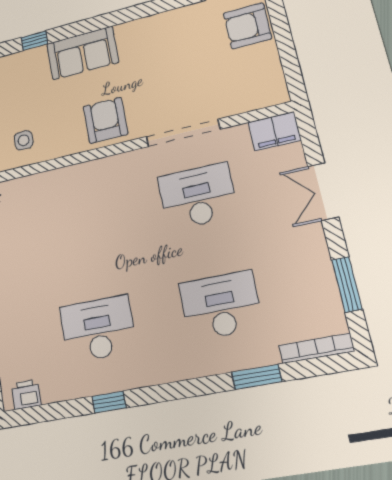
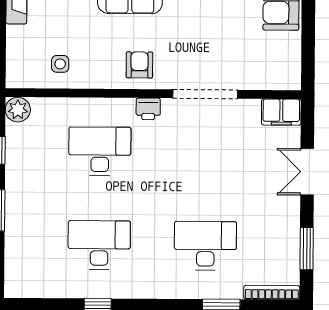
armchair: (105, 120) -> (139, 65), width x0.72, depth x0.72
desk: (198, 196) -> (100, 151), moved
printer: (26, 394) -> (148, 109), moved, turned 180

